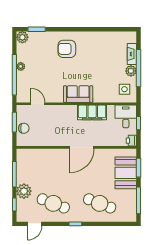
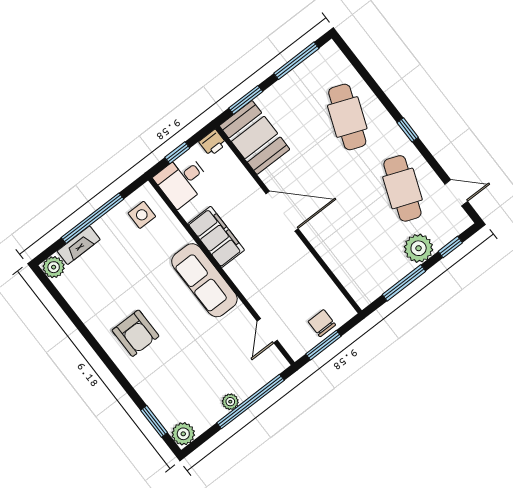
armchair: (67, 49) -> (136, 333), moved
plant: (131, 71) -> (54, 267), moved
sofa: (78, 94) -> (204, 280), width x1.36
booth: (126, 173) -> (254, 137), moved, turned 90

